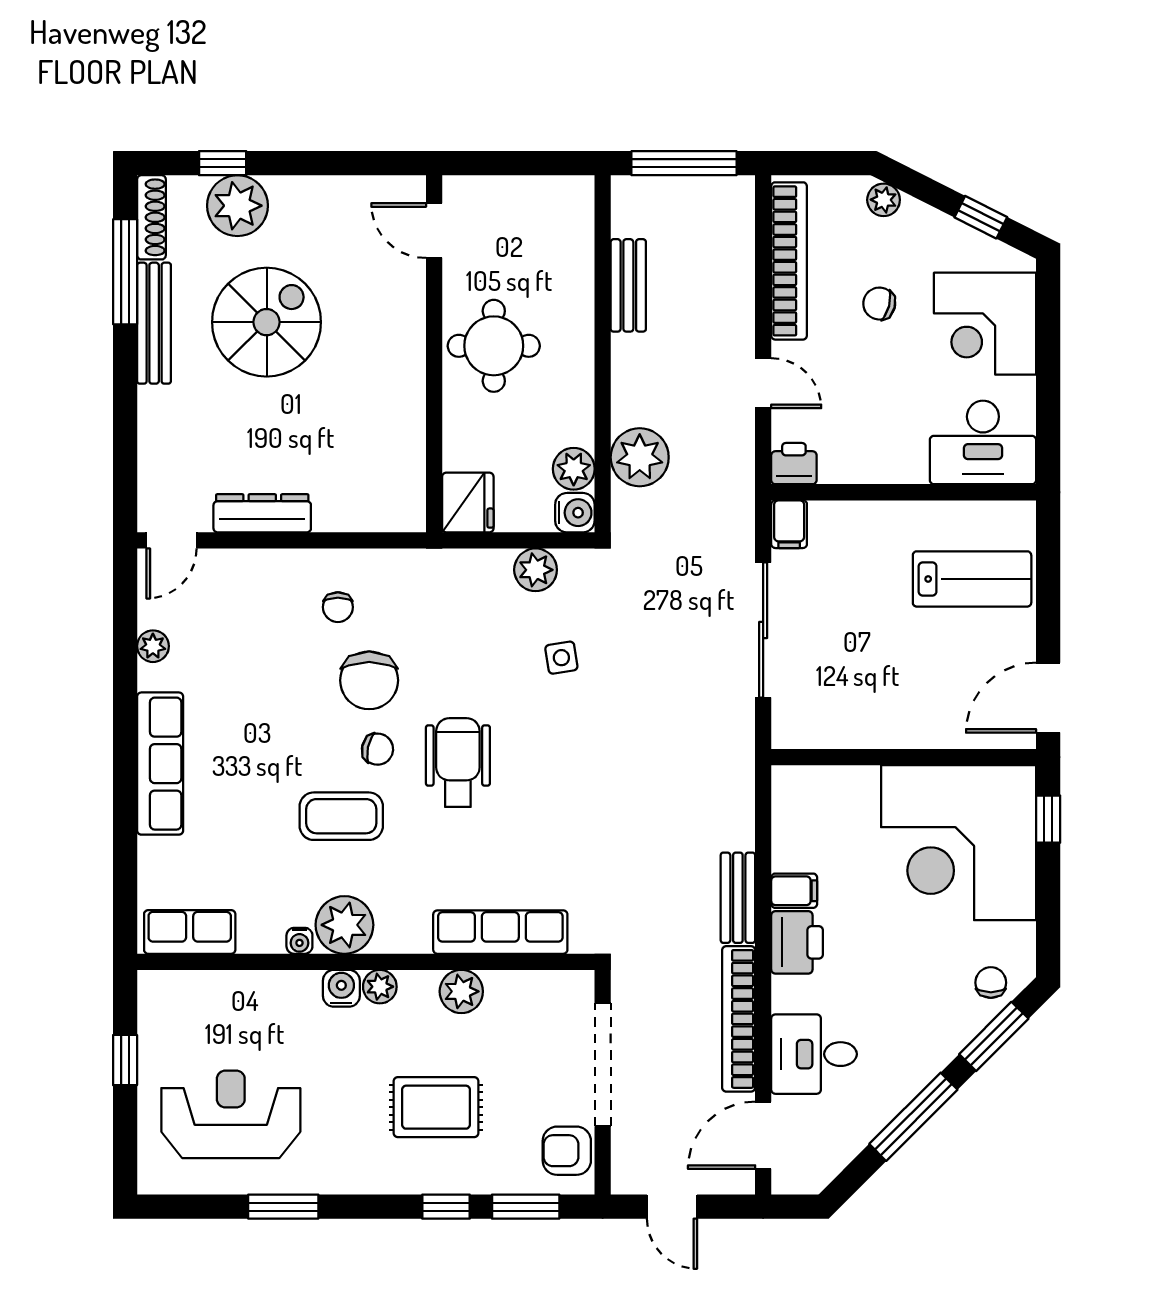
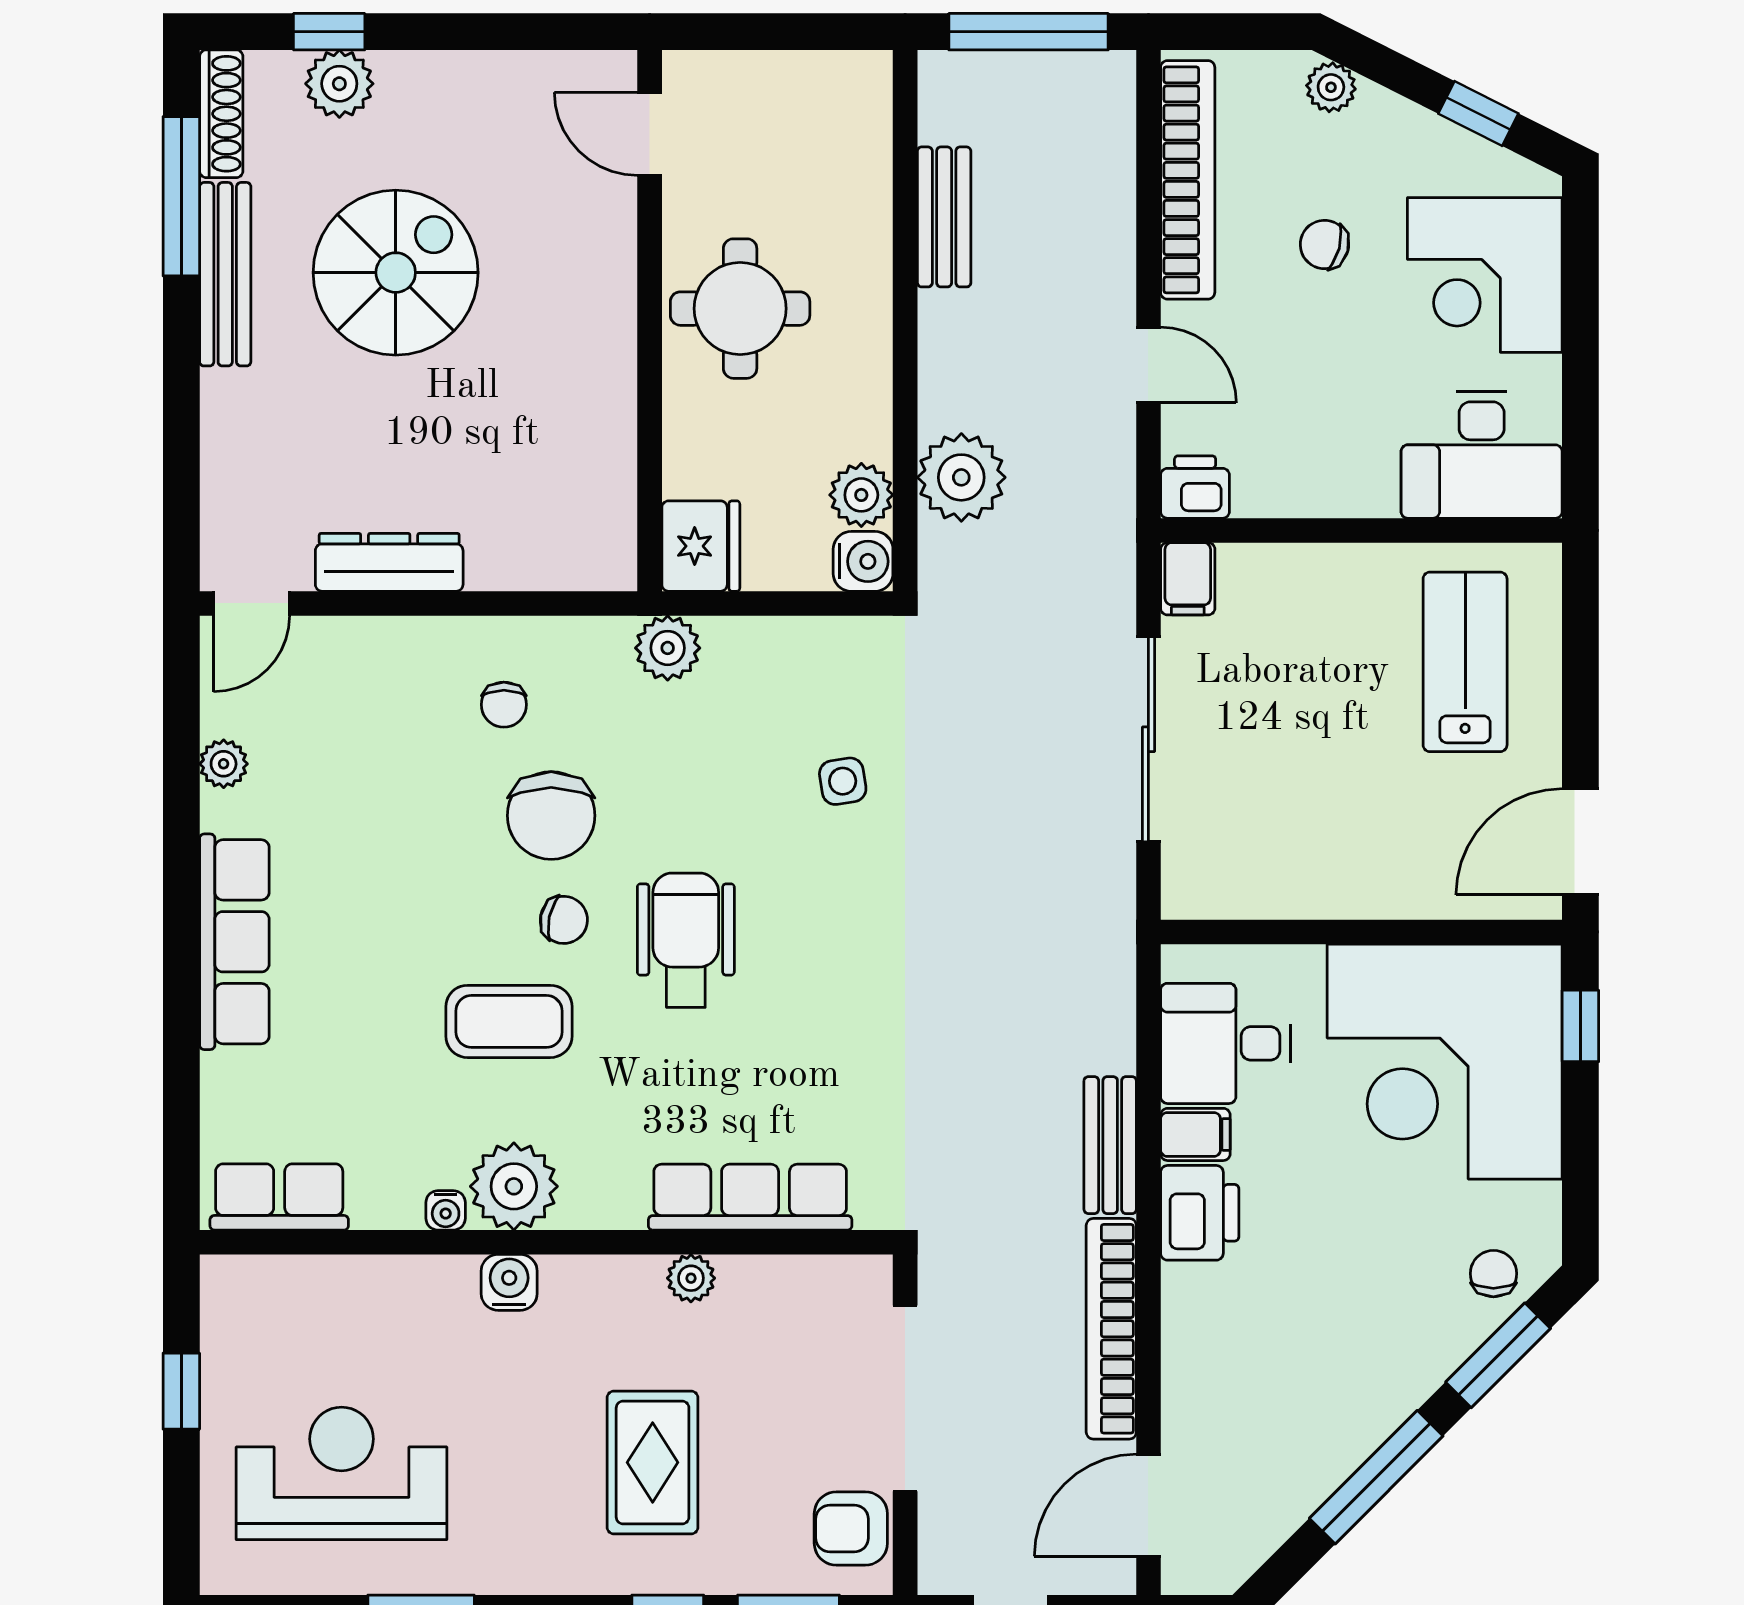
plant: (237, 206) -> (339, 84), width x0.73, depth x0.73
plant: (536, 570) -> (668, 648), moved
lab bench: (972, 579) -> (1465, 662), turned -90
plant: (380, 987) -> (567, 1280), removed
plant: (461, 991) -> (691, 1278), width x0.73, depth x0.73
desk: (814, 1054) -> (1225, 1043), moved
rug: (436, 1107) -> (653, 1462), turned 90

